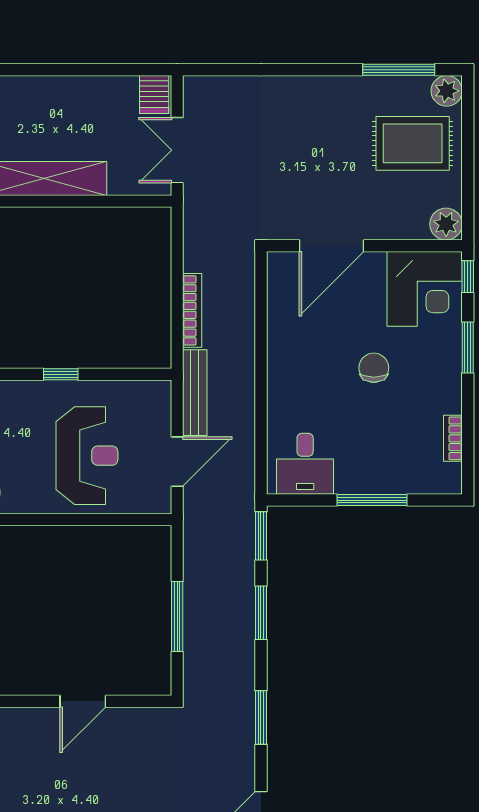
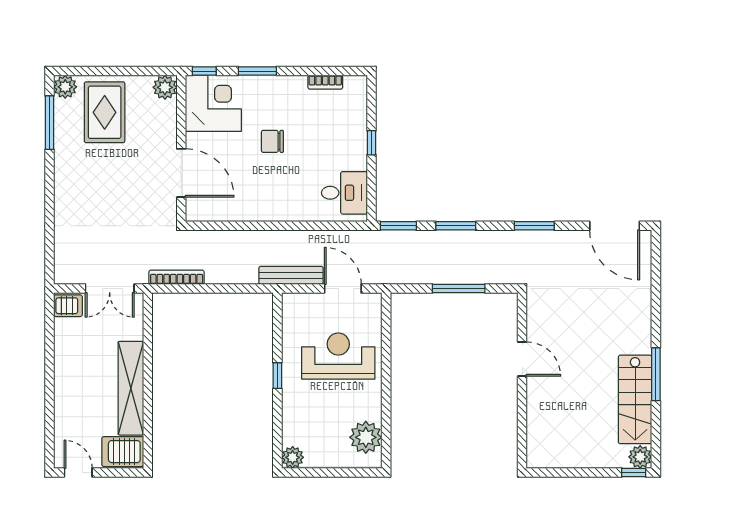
bookcase: (192, 310) -> (177, 277), moved
window: (372, 500) -> (372, 143), width x0.46

